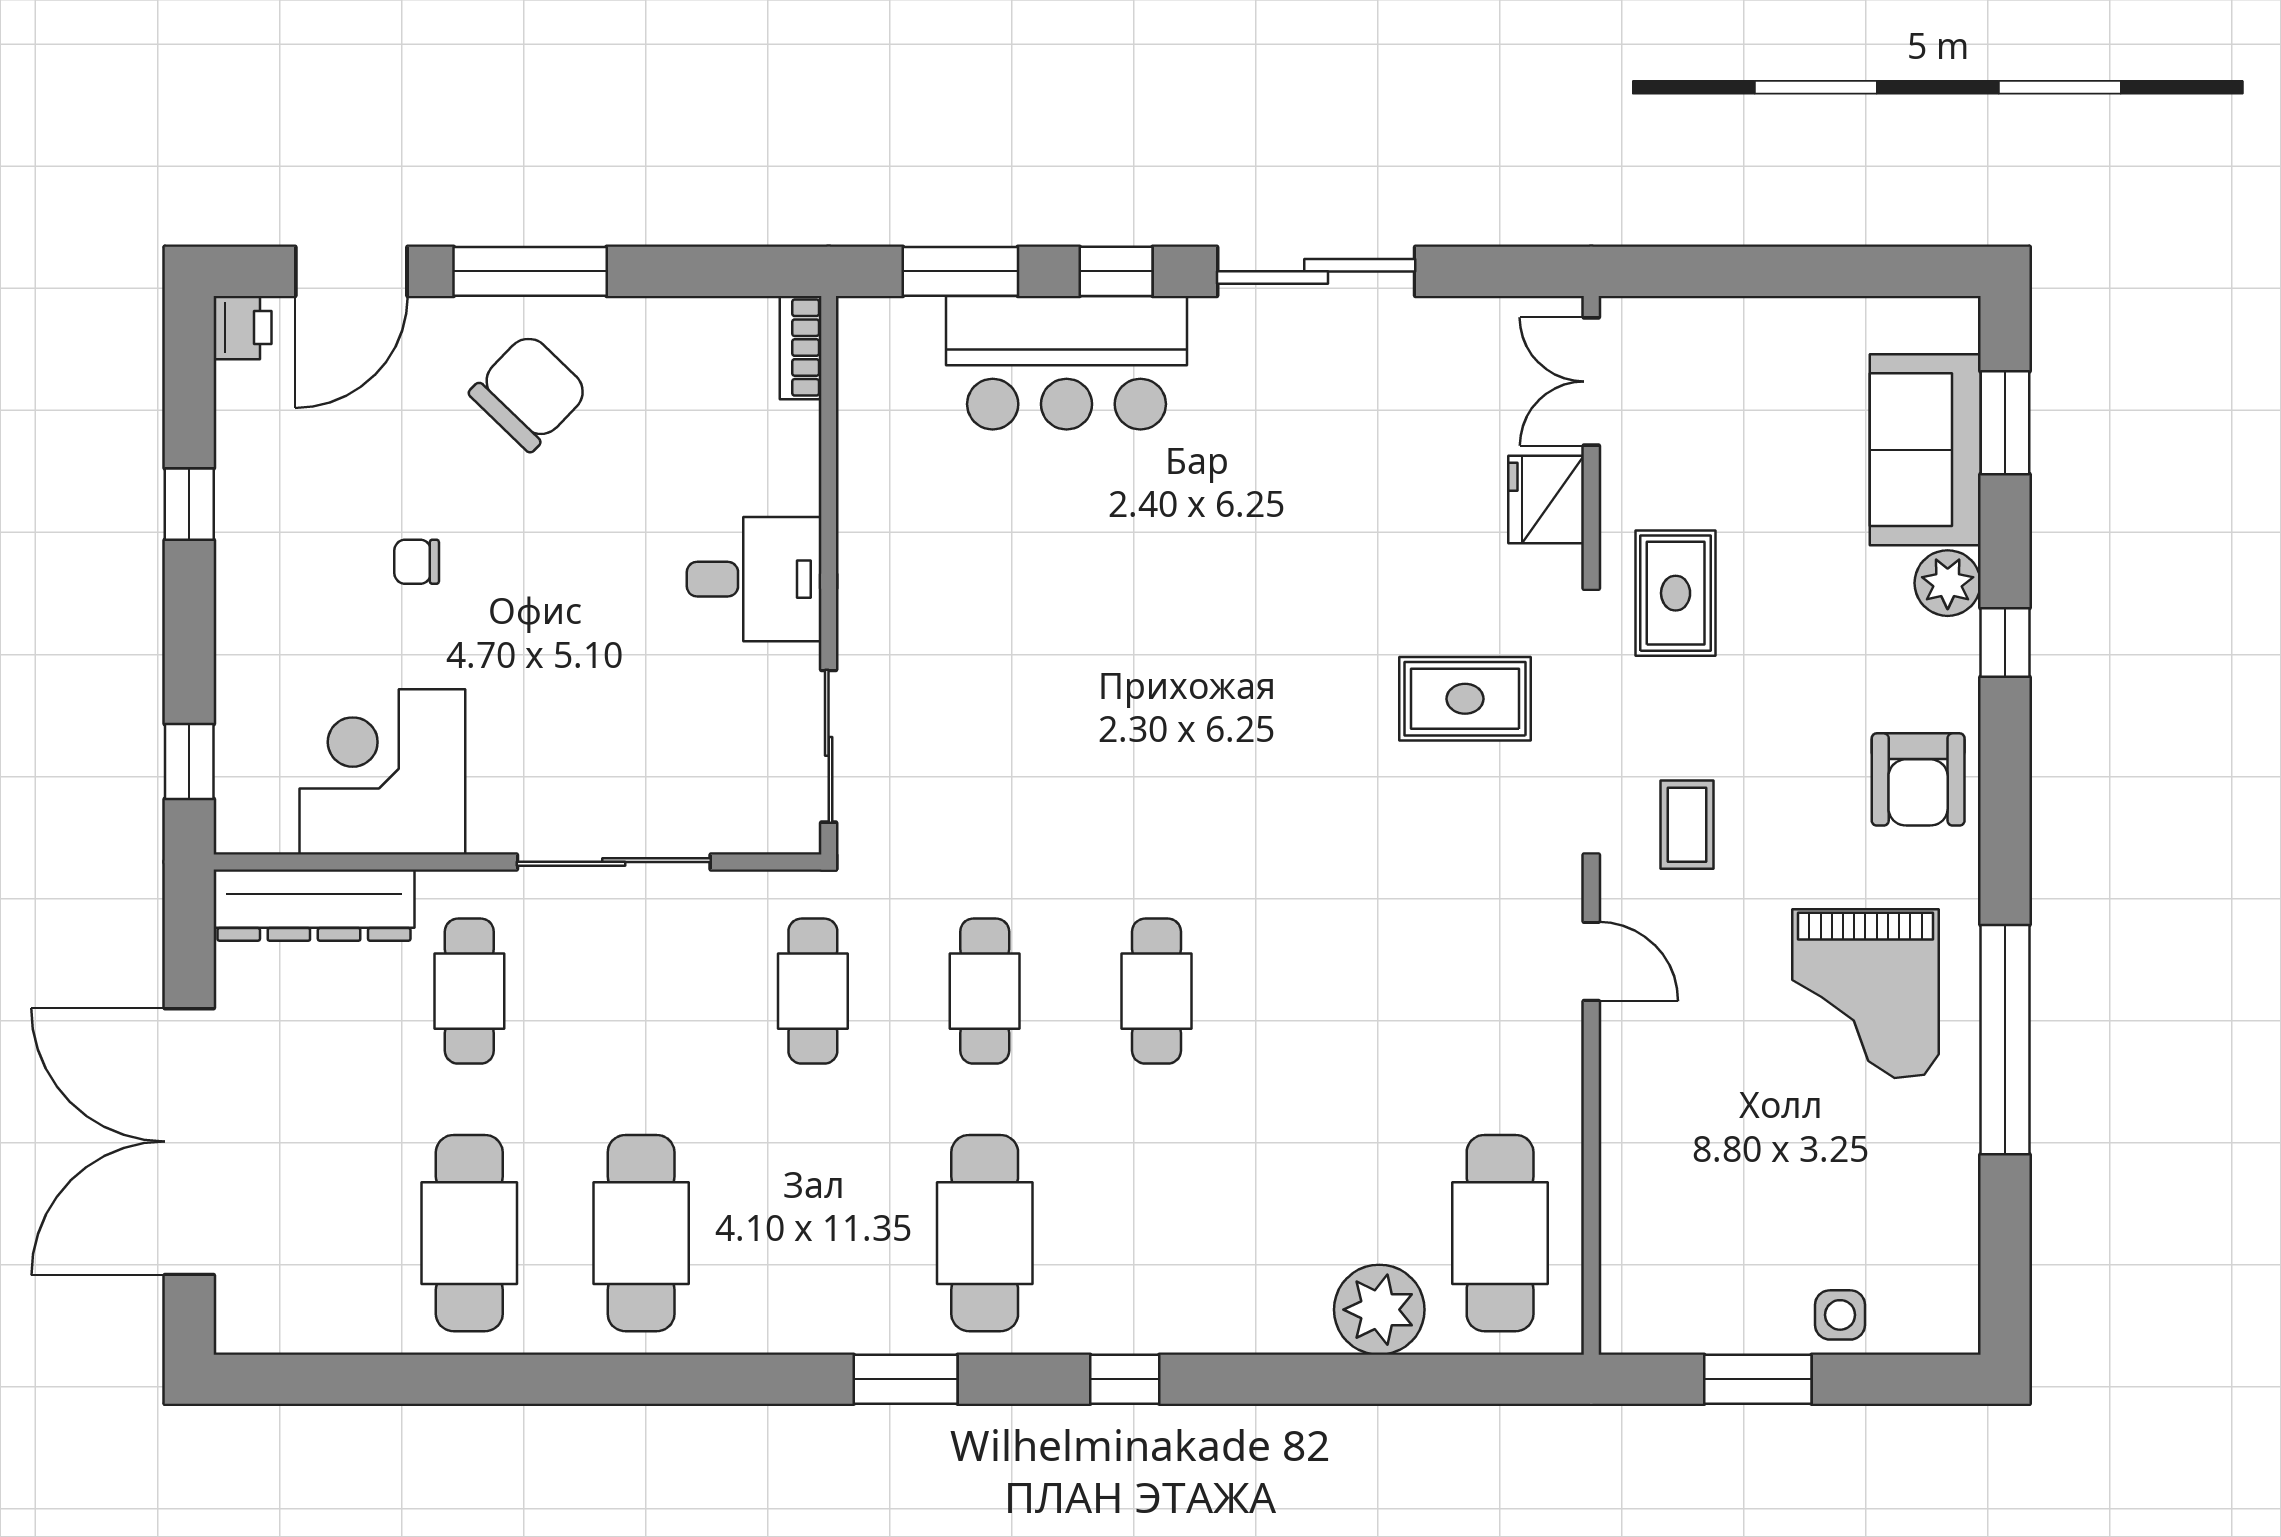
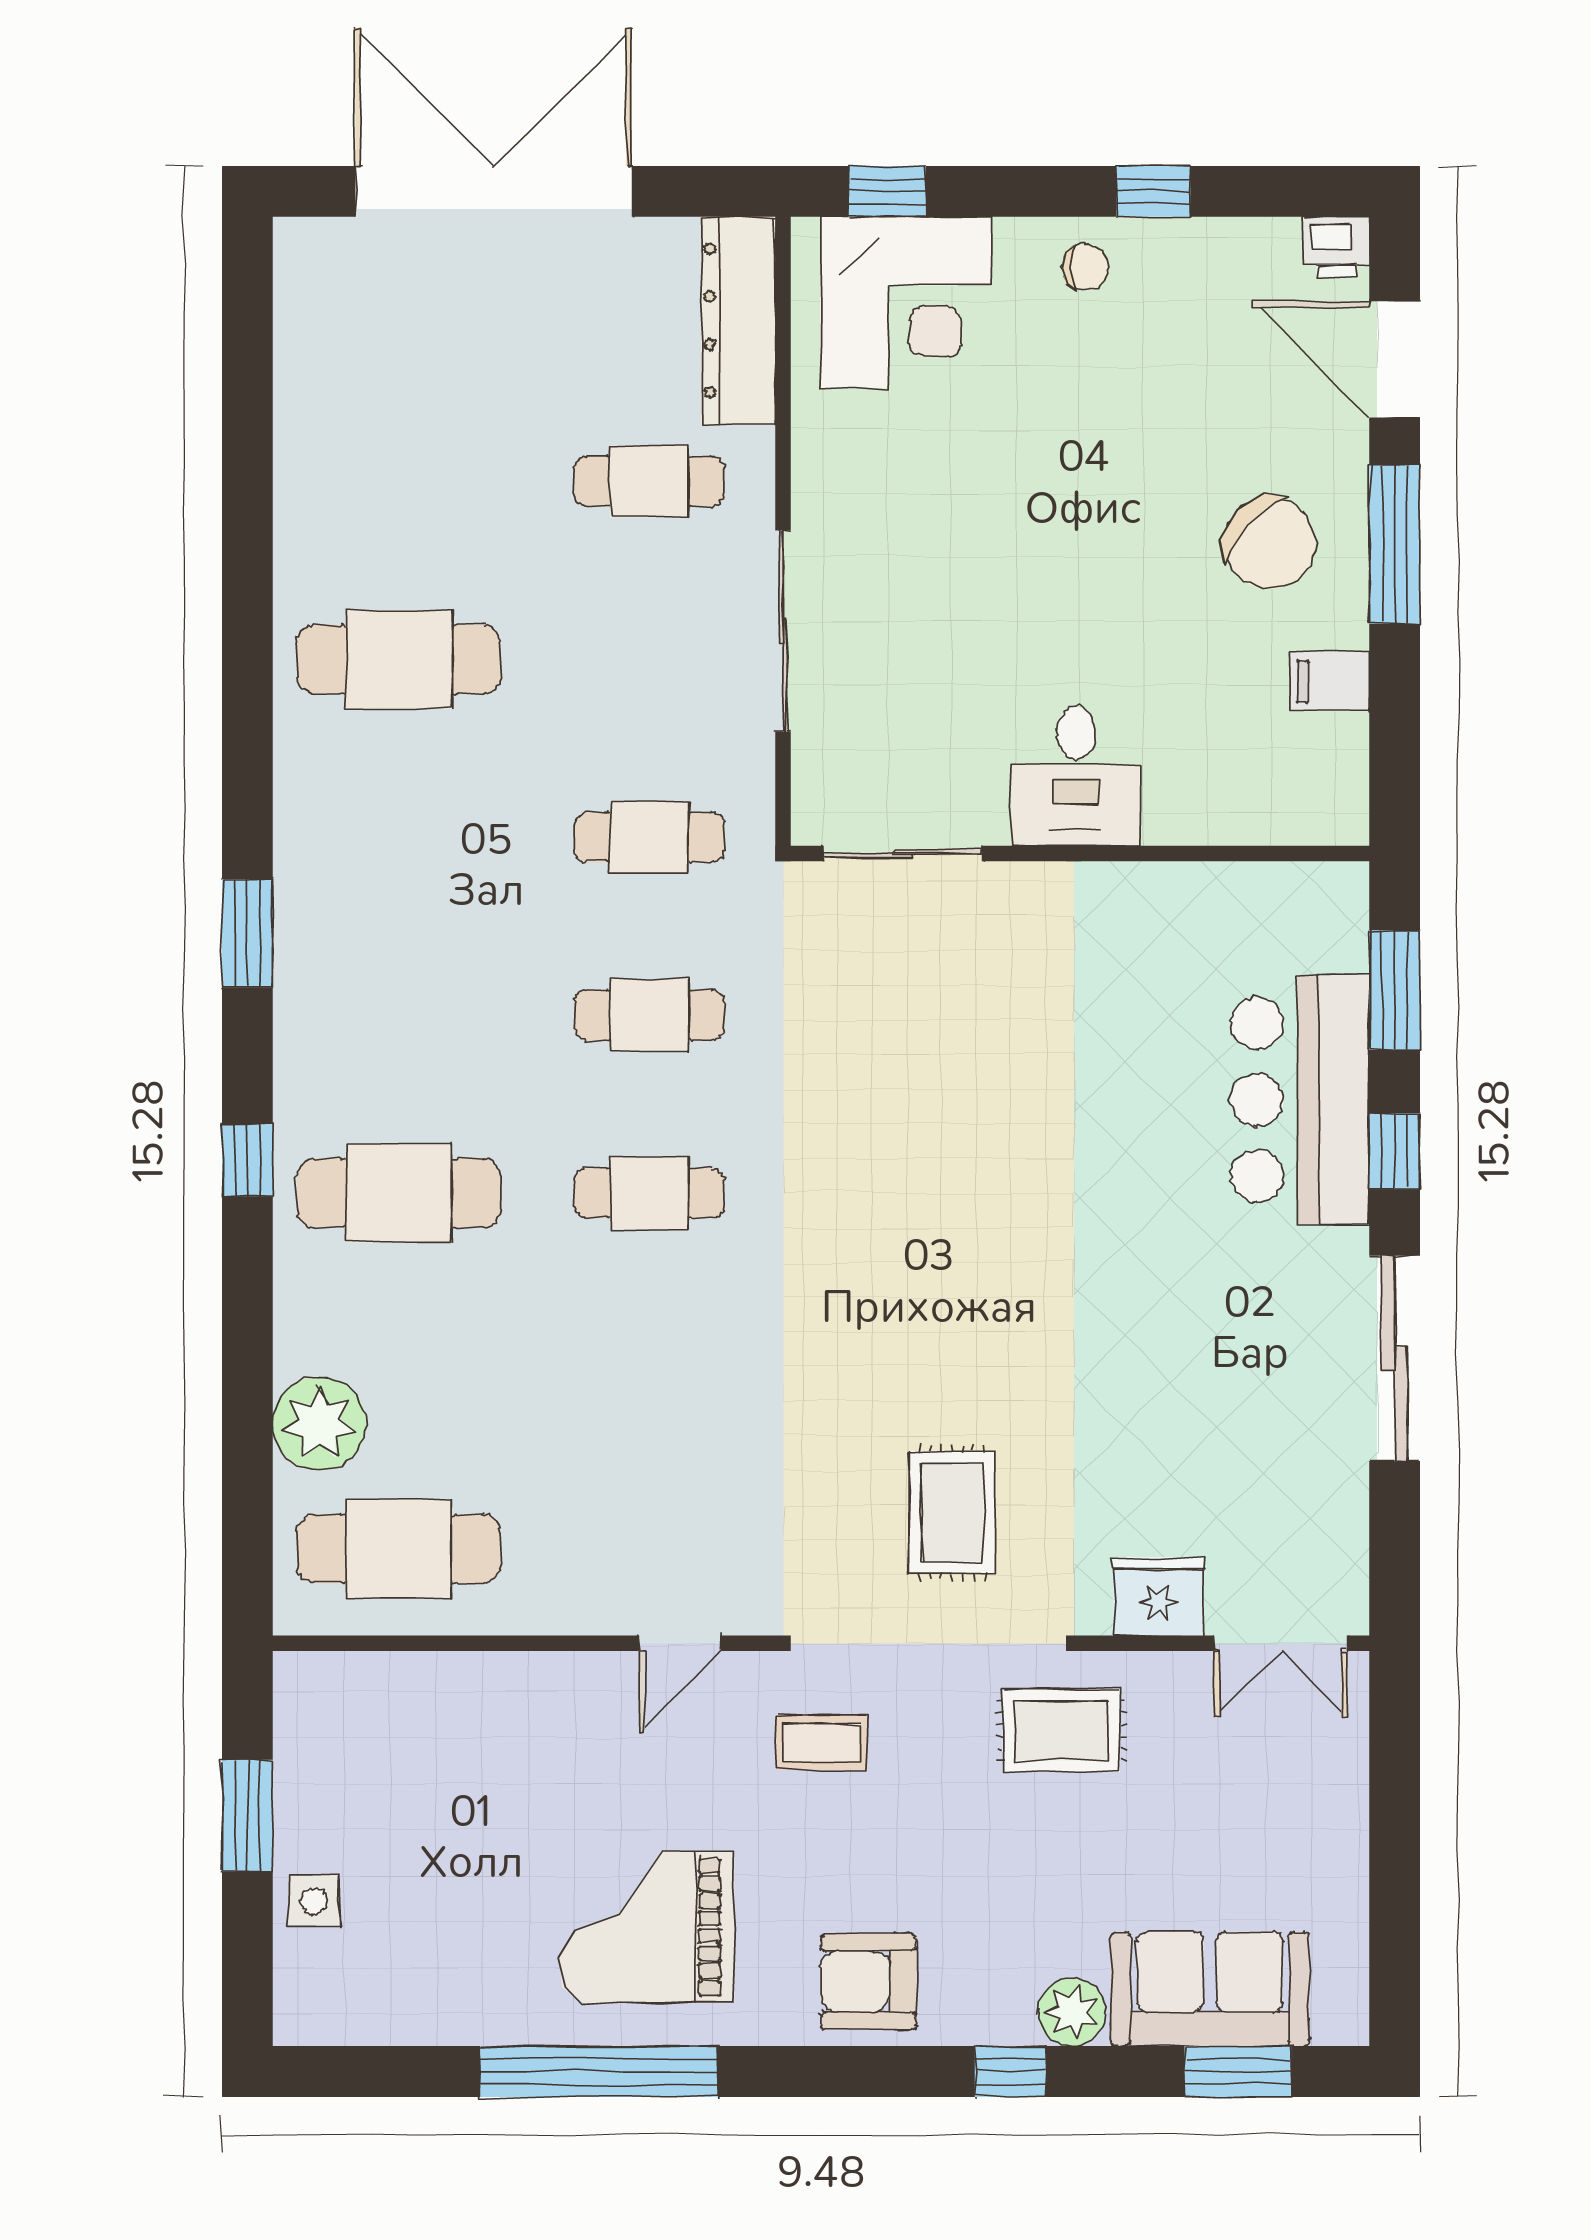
filing cabinet: (663, 334) -> (1330, 682), added
bookcase: (801, 348) -> (1316, 824), removed
double door: (1591, 382) -> (1280, 1643), swing flipped
chair: (417, 562) -> (1085, 267), moved, turned 90
corner desk: (382, 772) -> (906, 302), moved, turned 90
cafe table: (469, 1233) -> (399, 481), removed
cafe table: (985, 1233) -> (399, 1193), moved

